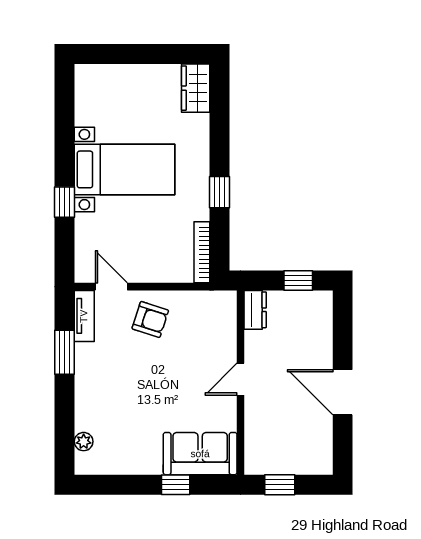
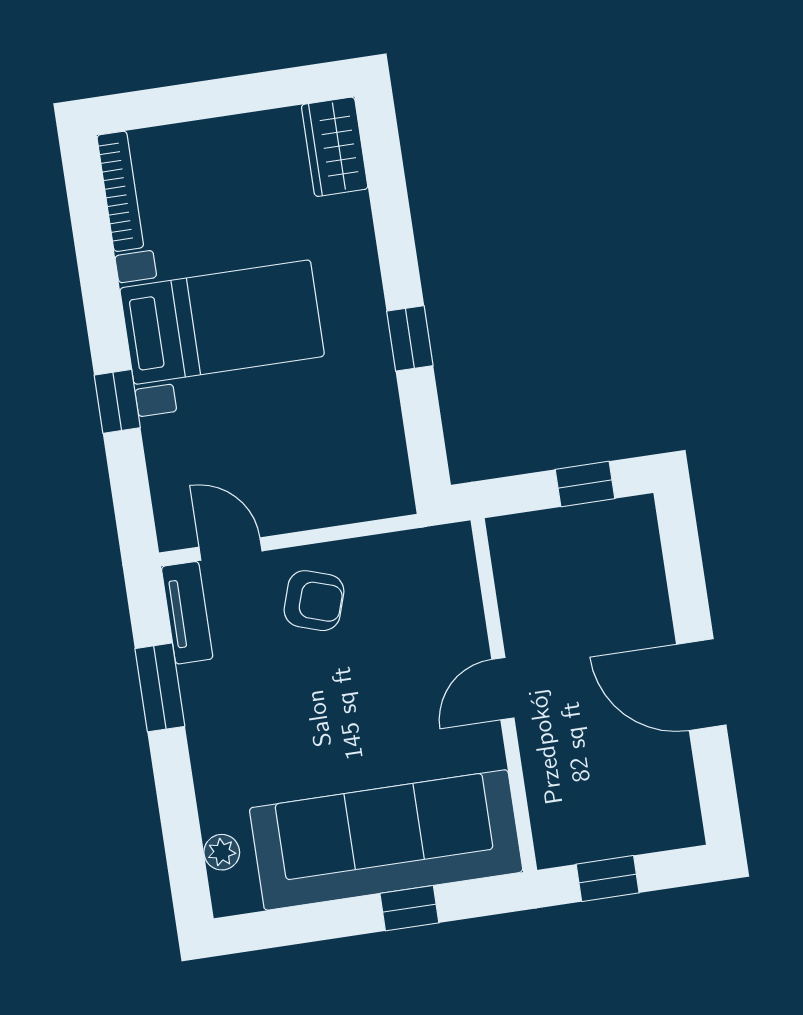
bookcase: (202, 252) -> (120, 191), moved, turned 180
dresser: (255, 310) -> (511, 552), removed
sofa: (200, 454) -> (386, 840), width x1.85, depth x1.27

